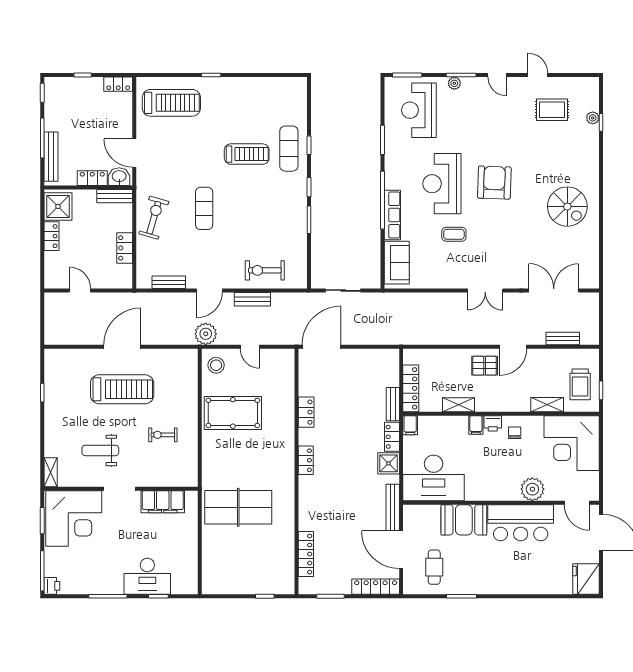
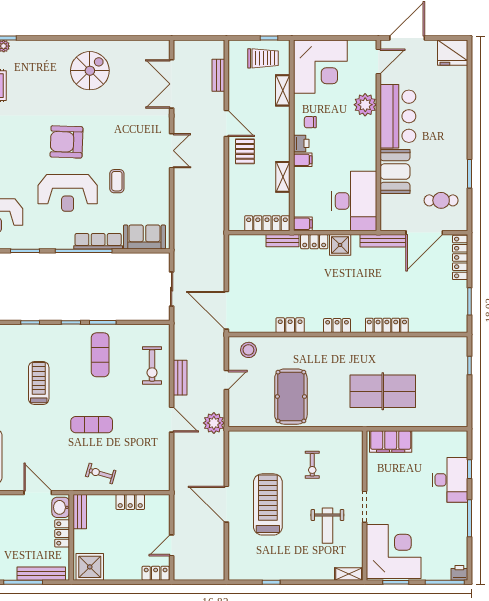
exercise mat: (289, 149) -> (100, 355), moved, turned 90
door: (134, 153) -> (38, 493), swing flipped
exercise bike: (154, 218) -> (101, 474), width x0.73, depth x0.72
locker: (51, 236) -> (156, 573), moved
bench: (169, 282) -> (164, 459), removed
stool: (216, 365) -> (248, 350), moved
filing cabinet: (163, 502) -> (391, 441), moved, turned 90
table tennis table: (238, 507) -> (383, 391), turned 90
locker: (306, 554) -> (387, 325), moved

